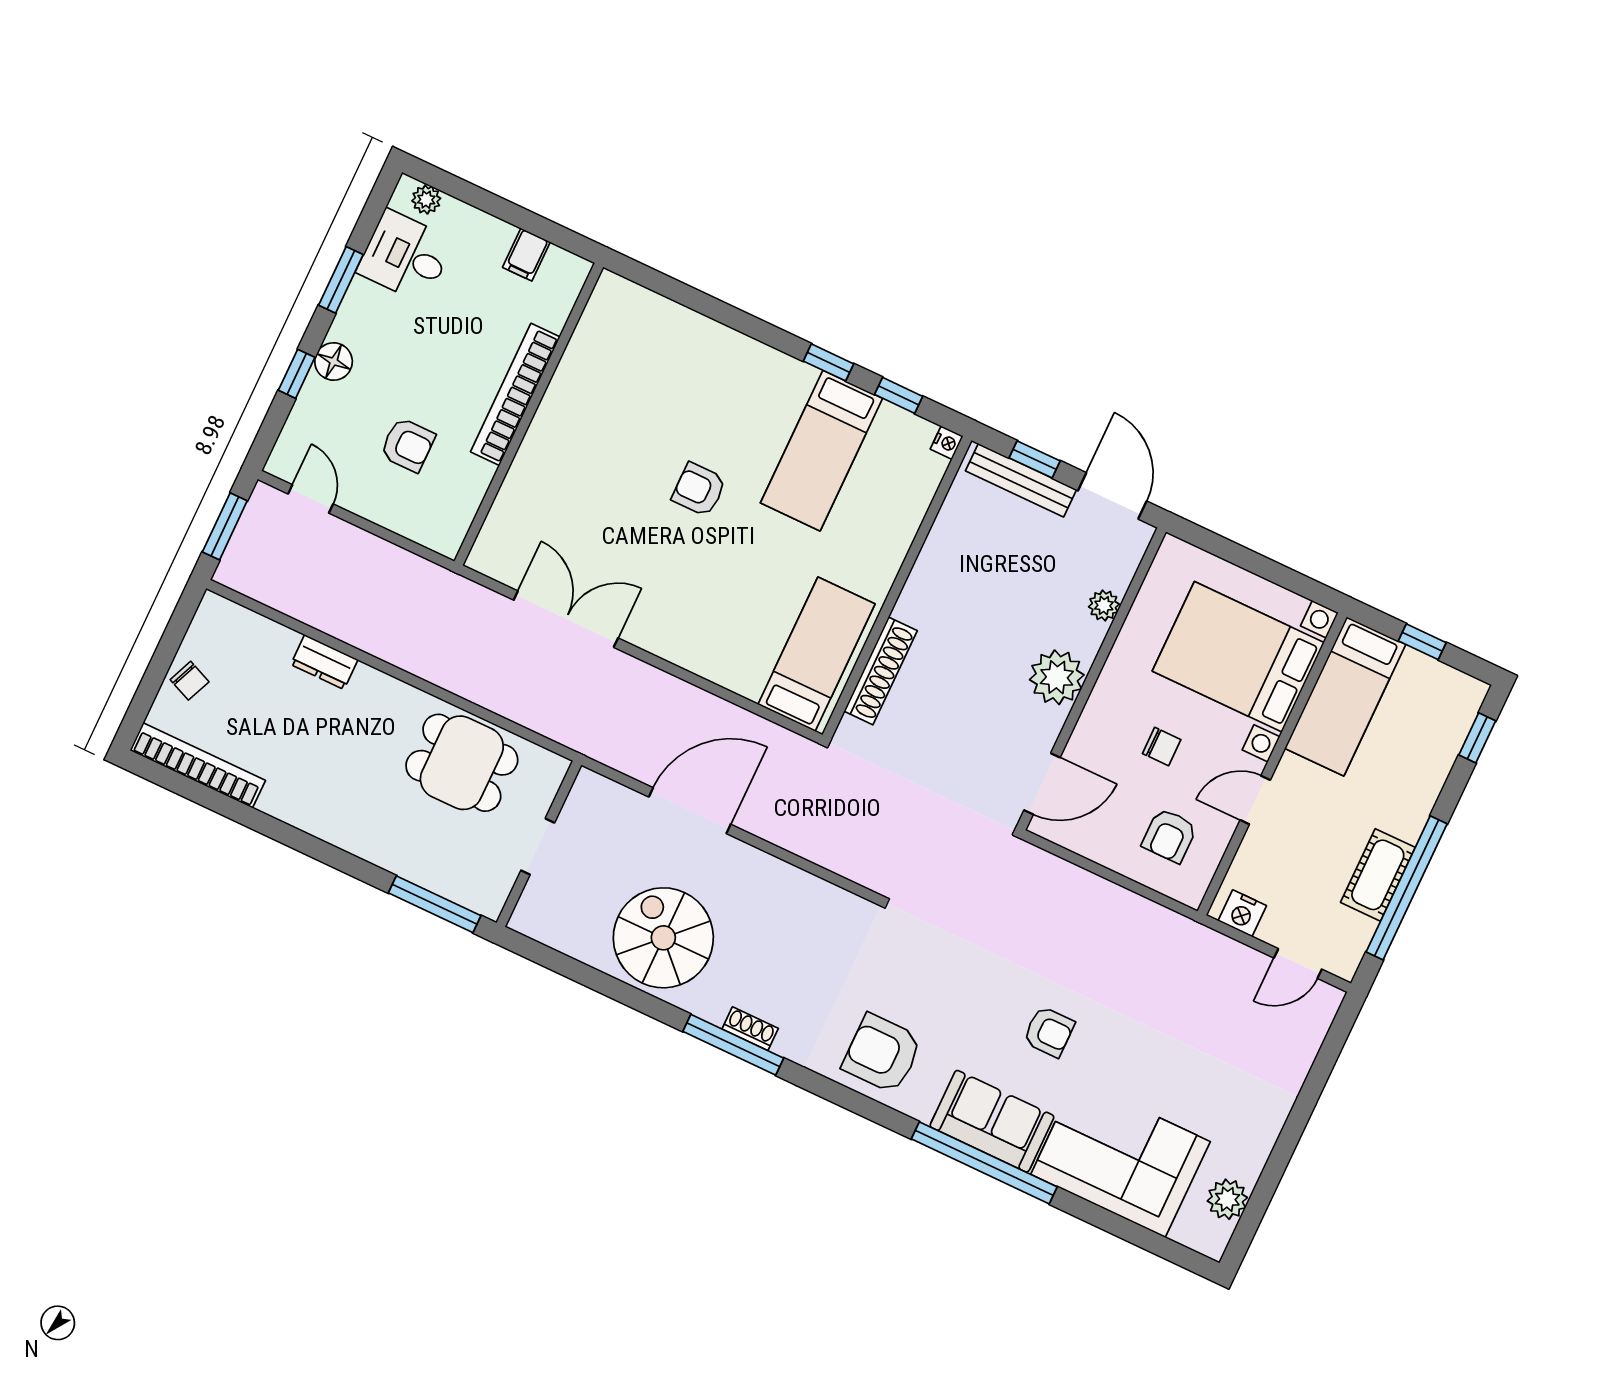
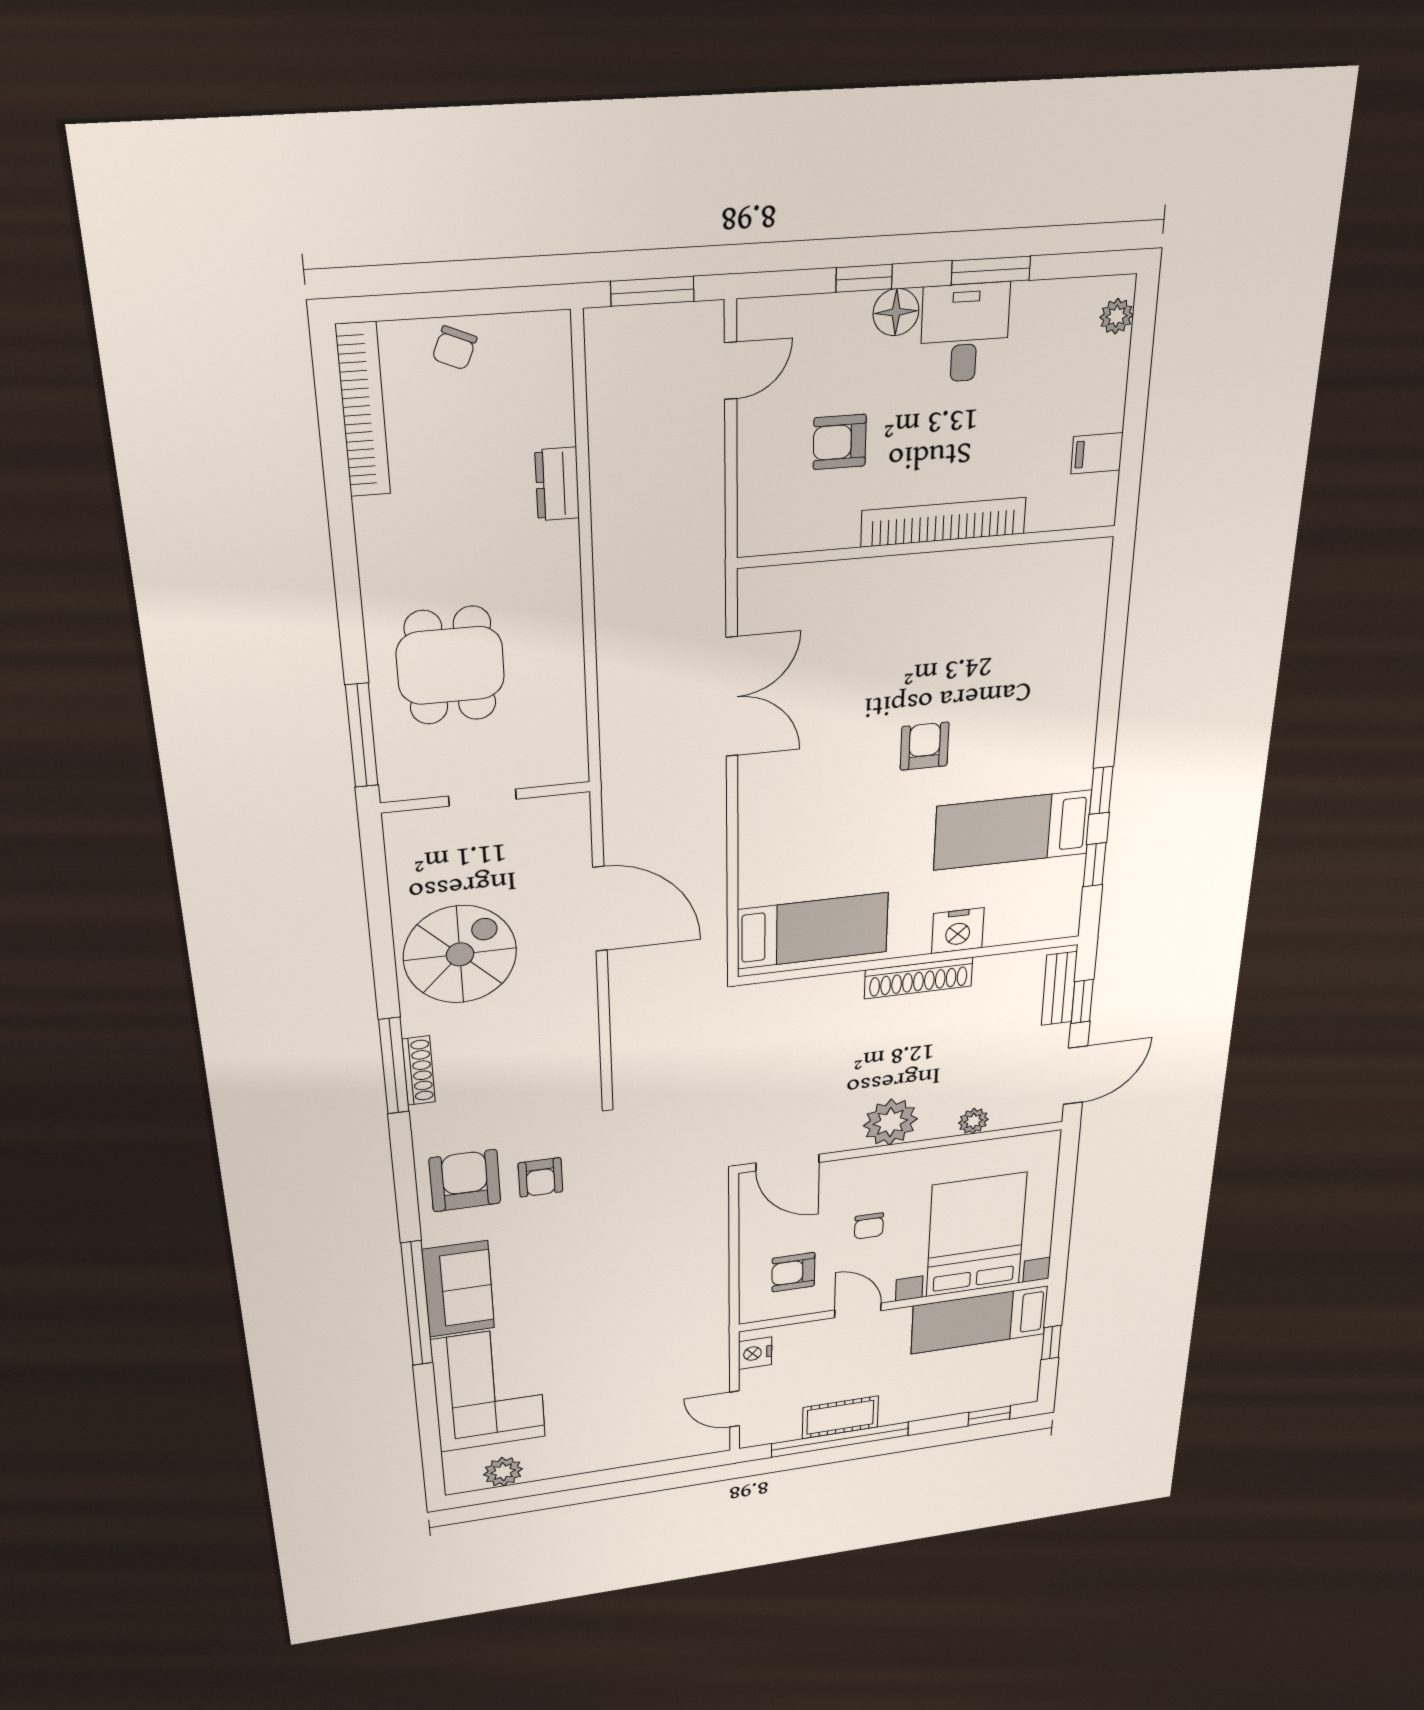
desk: (405, 256) -> (965, 333), moved
nightstand: (947, 443) -> (958, 931), moved, width x1.89, depth x1.79
armchair: (408, 445) -> (840, 442), turned 90
bench: (1021, 480) -> (1059, 989), width x0.73
shoe rack: (881, 671) -> (919, 978), moved
dining table: (462, 763) -> (450, 666), moved
shoe rack: (750, 1029) -> (419, 1071), width x1.43
armchair: (1049, 1032) -> (540, 1177), moved

